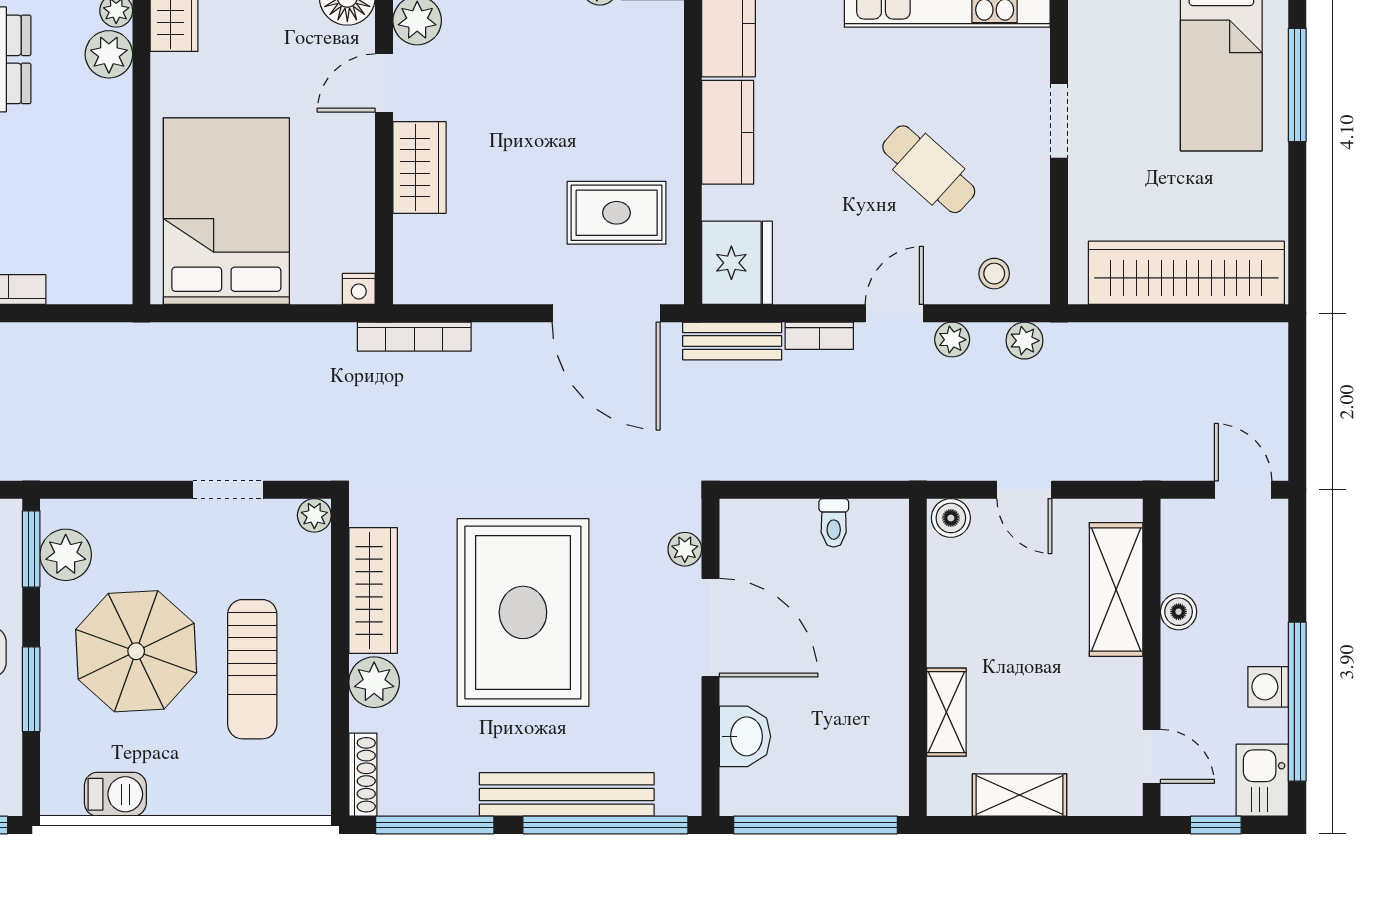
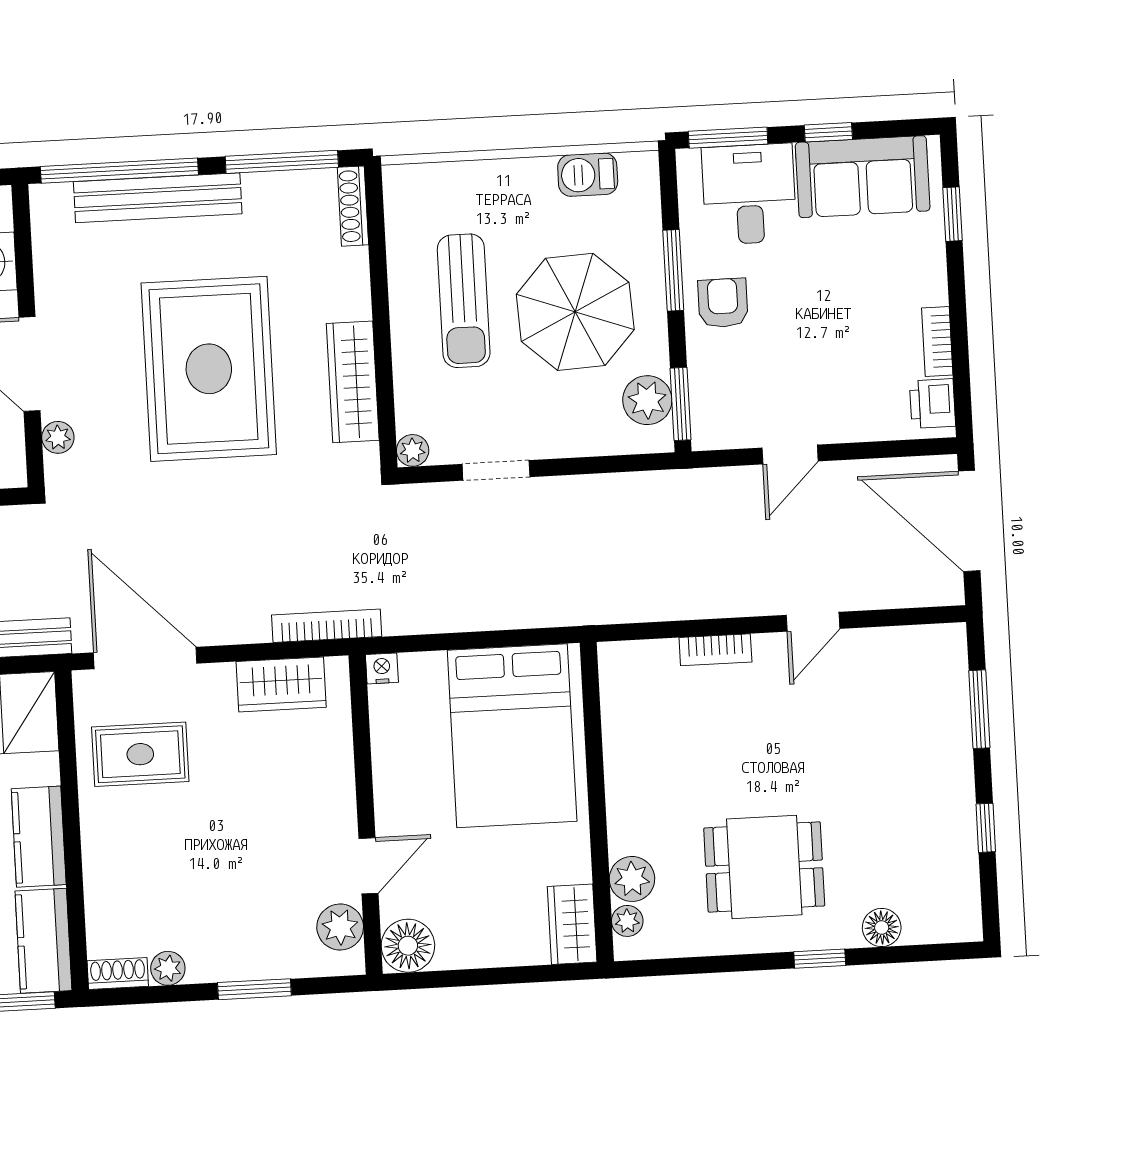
wardrobe: (419, 168) -> (281, 684), moved, turned -90
sun lounger: (252, 669) -> (464, 301), turned 180
plant: (374, 682) -> (347, 295), removed

